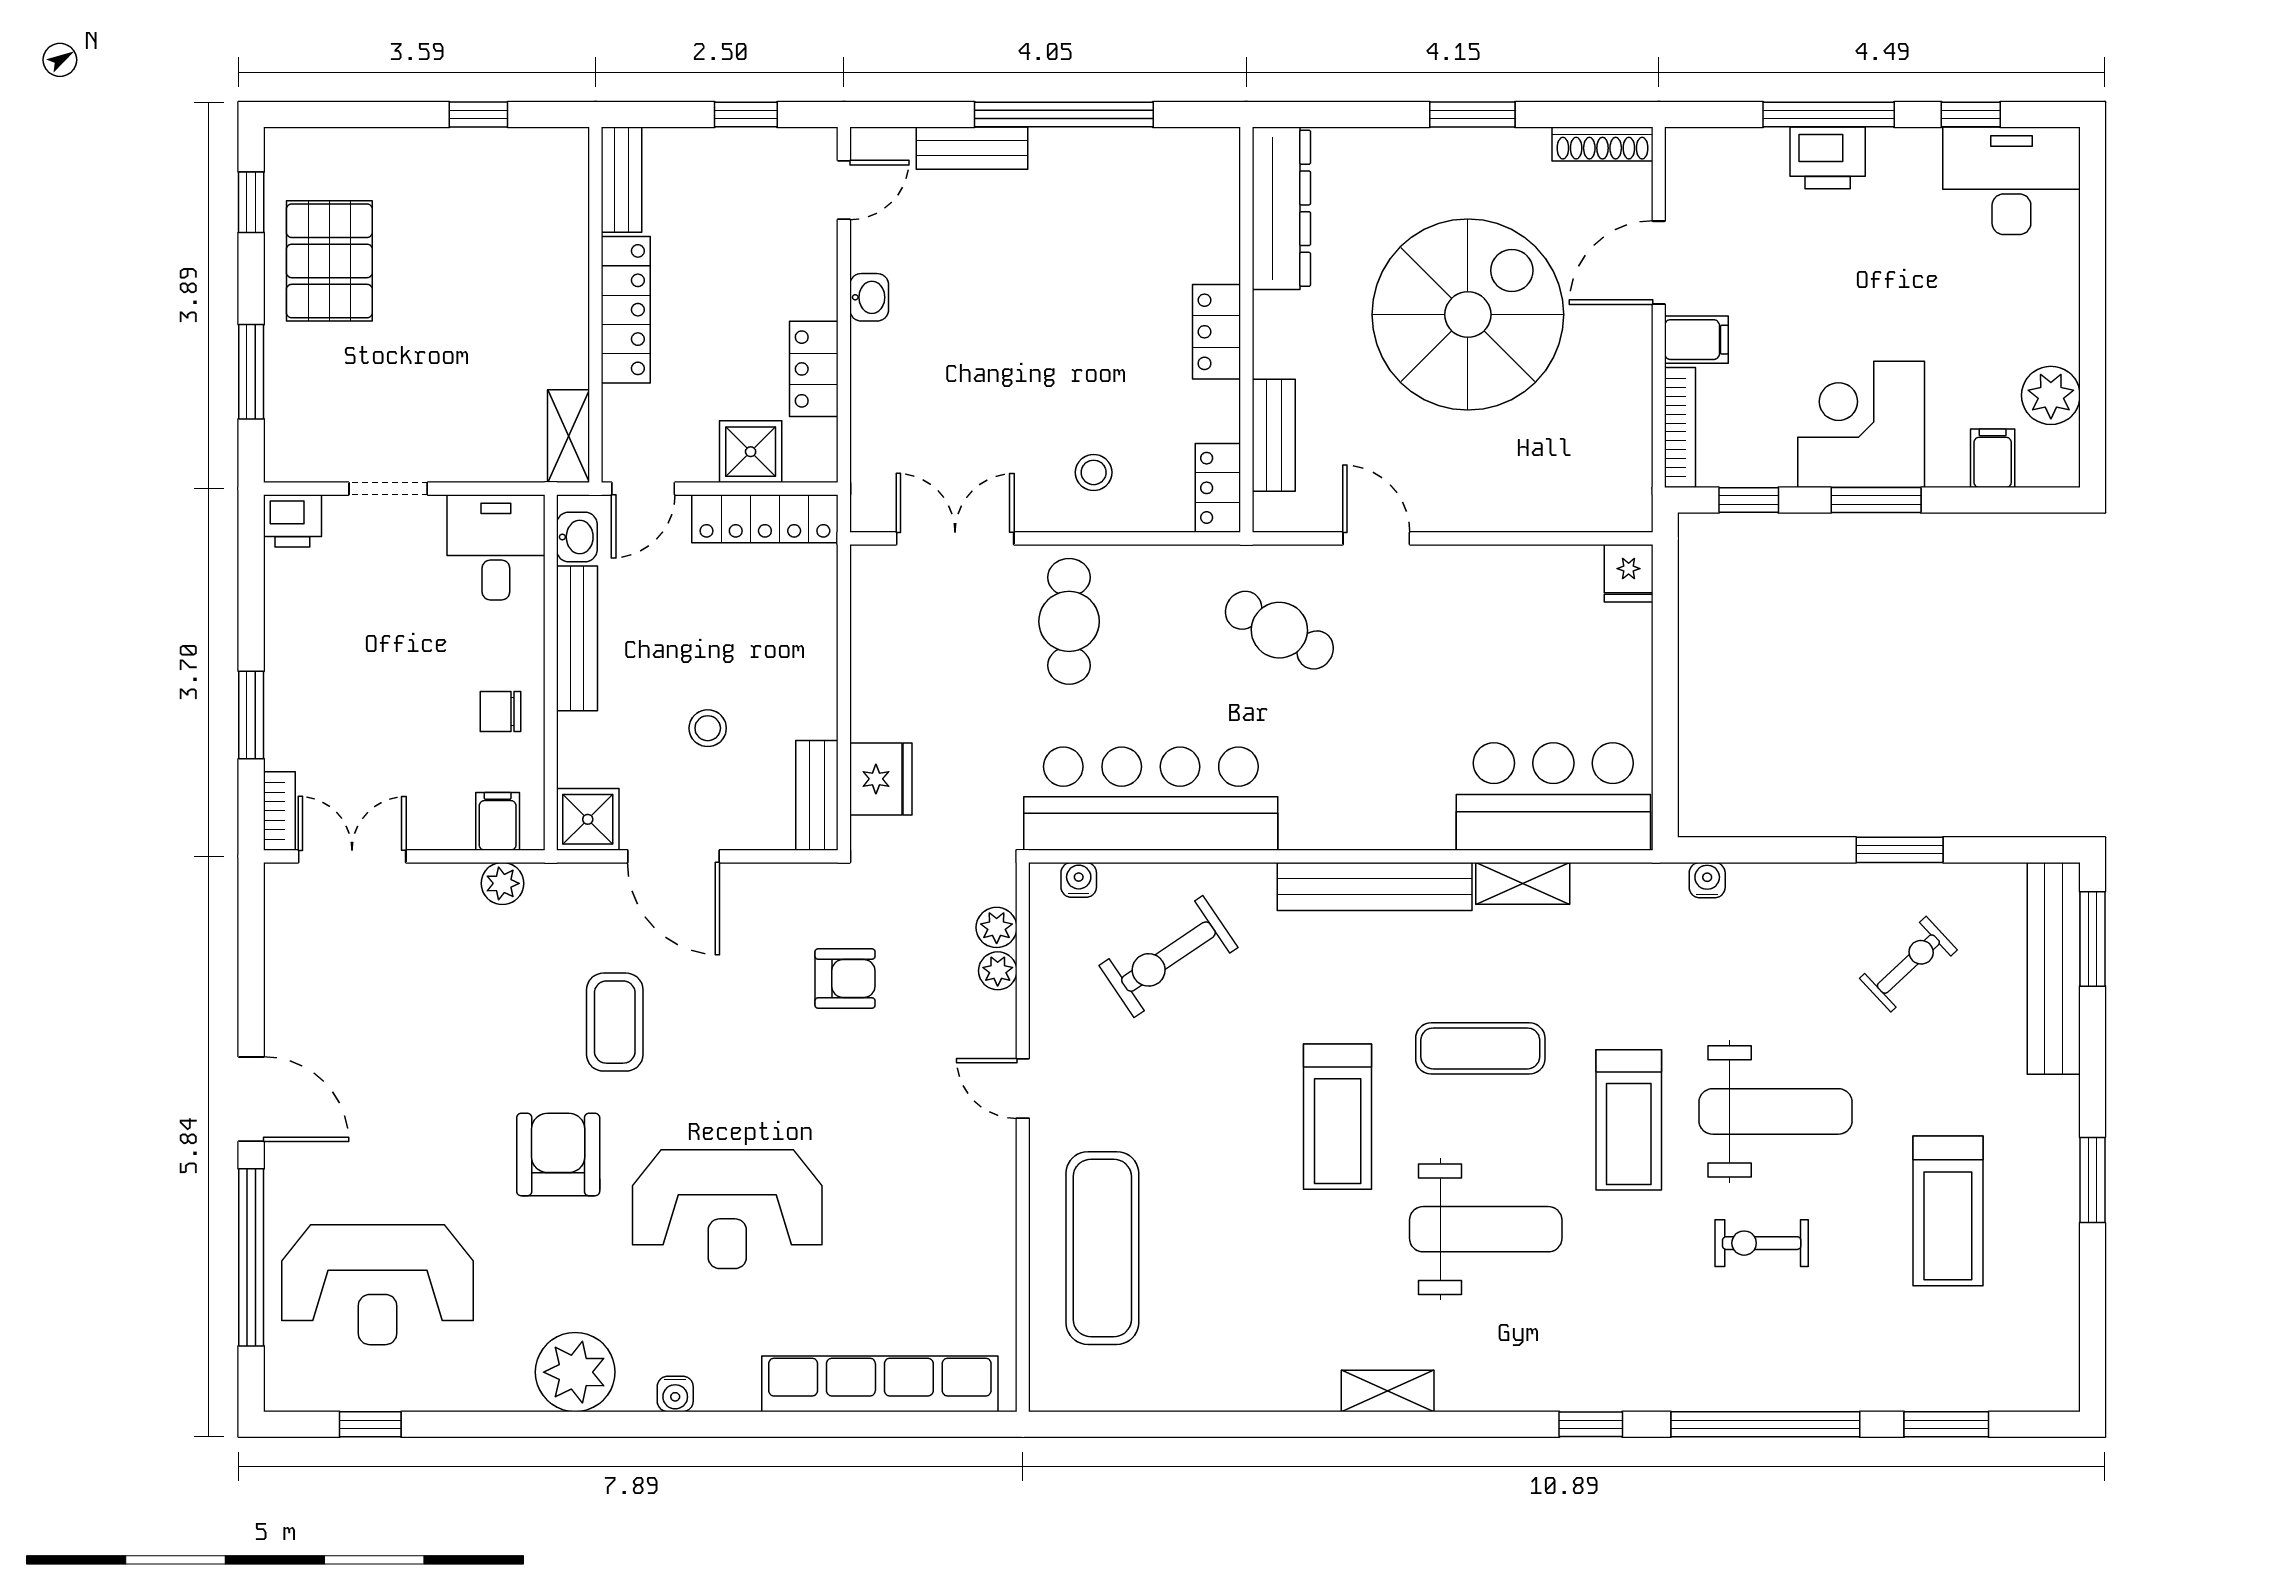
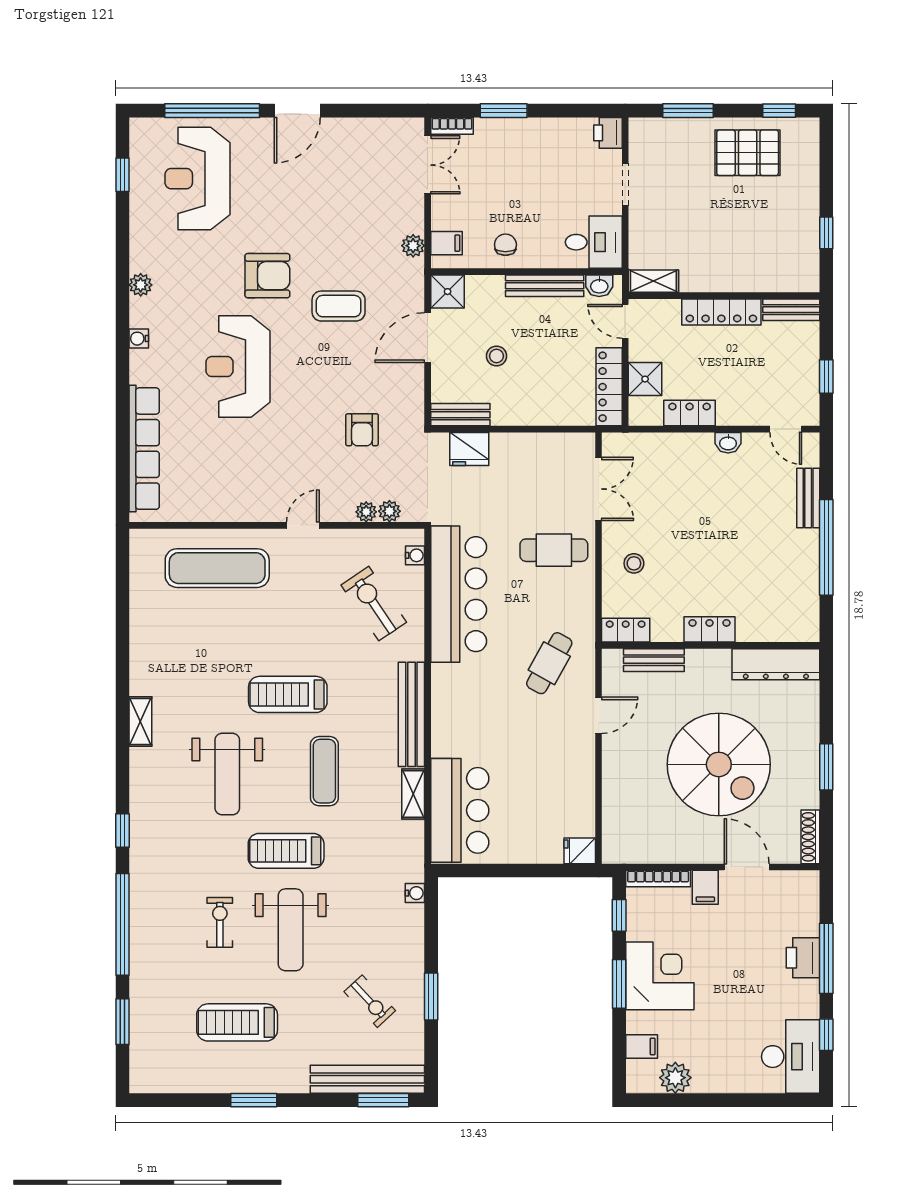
plant: (575, 1372) -> (141, 285), width x0.53, depth x0.53

